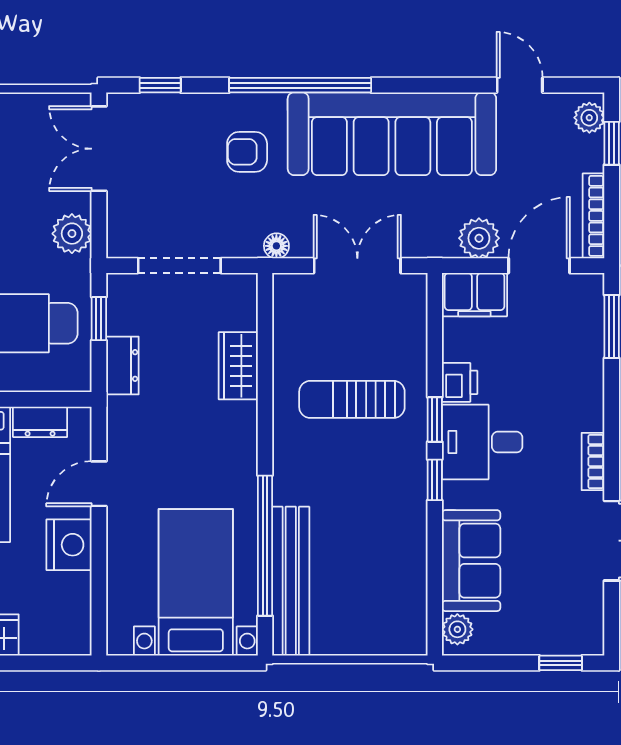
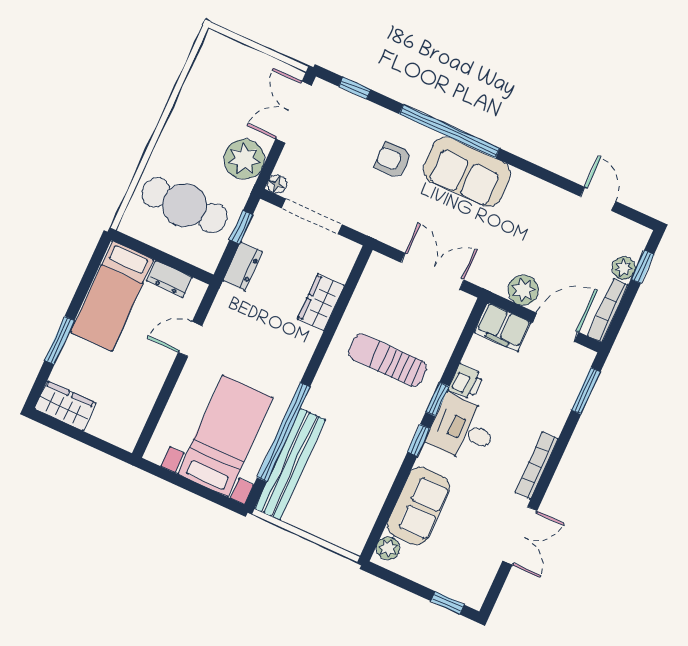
plant: (589, 118) -> (624, 268), moved
sofa: (392, 134) -> (467, 172), width x0.54, depth x0.79
plant: (72, 234) -> (244, 159), width x1.36, depth x1.36
floor lamp: (276, 246) -> (277, 184), moved
bookcase: (593, 462) -> (537, 466), width x1.56
nightstand: (69, 545) -> (151, 371), removed

